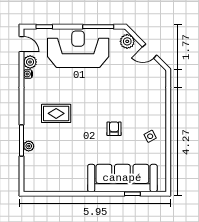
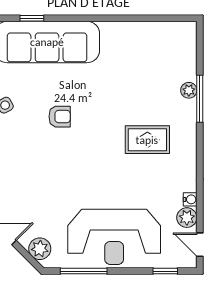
armchair: (114, 129) -> (60, 117), turned -90

